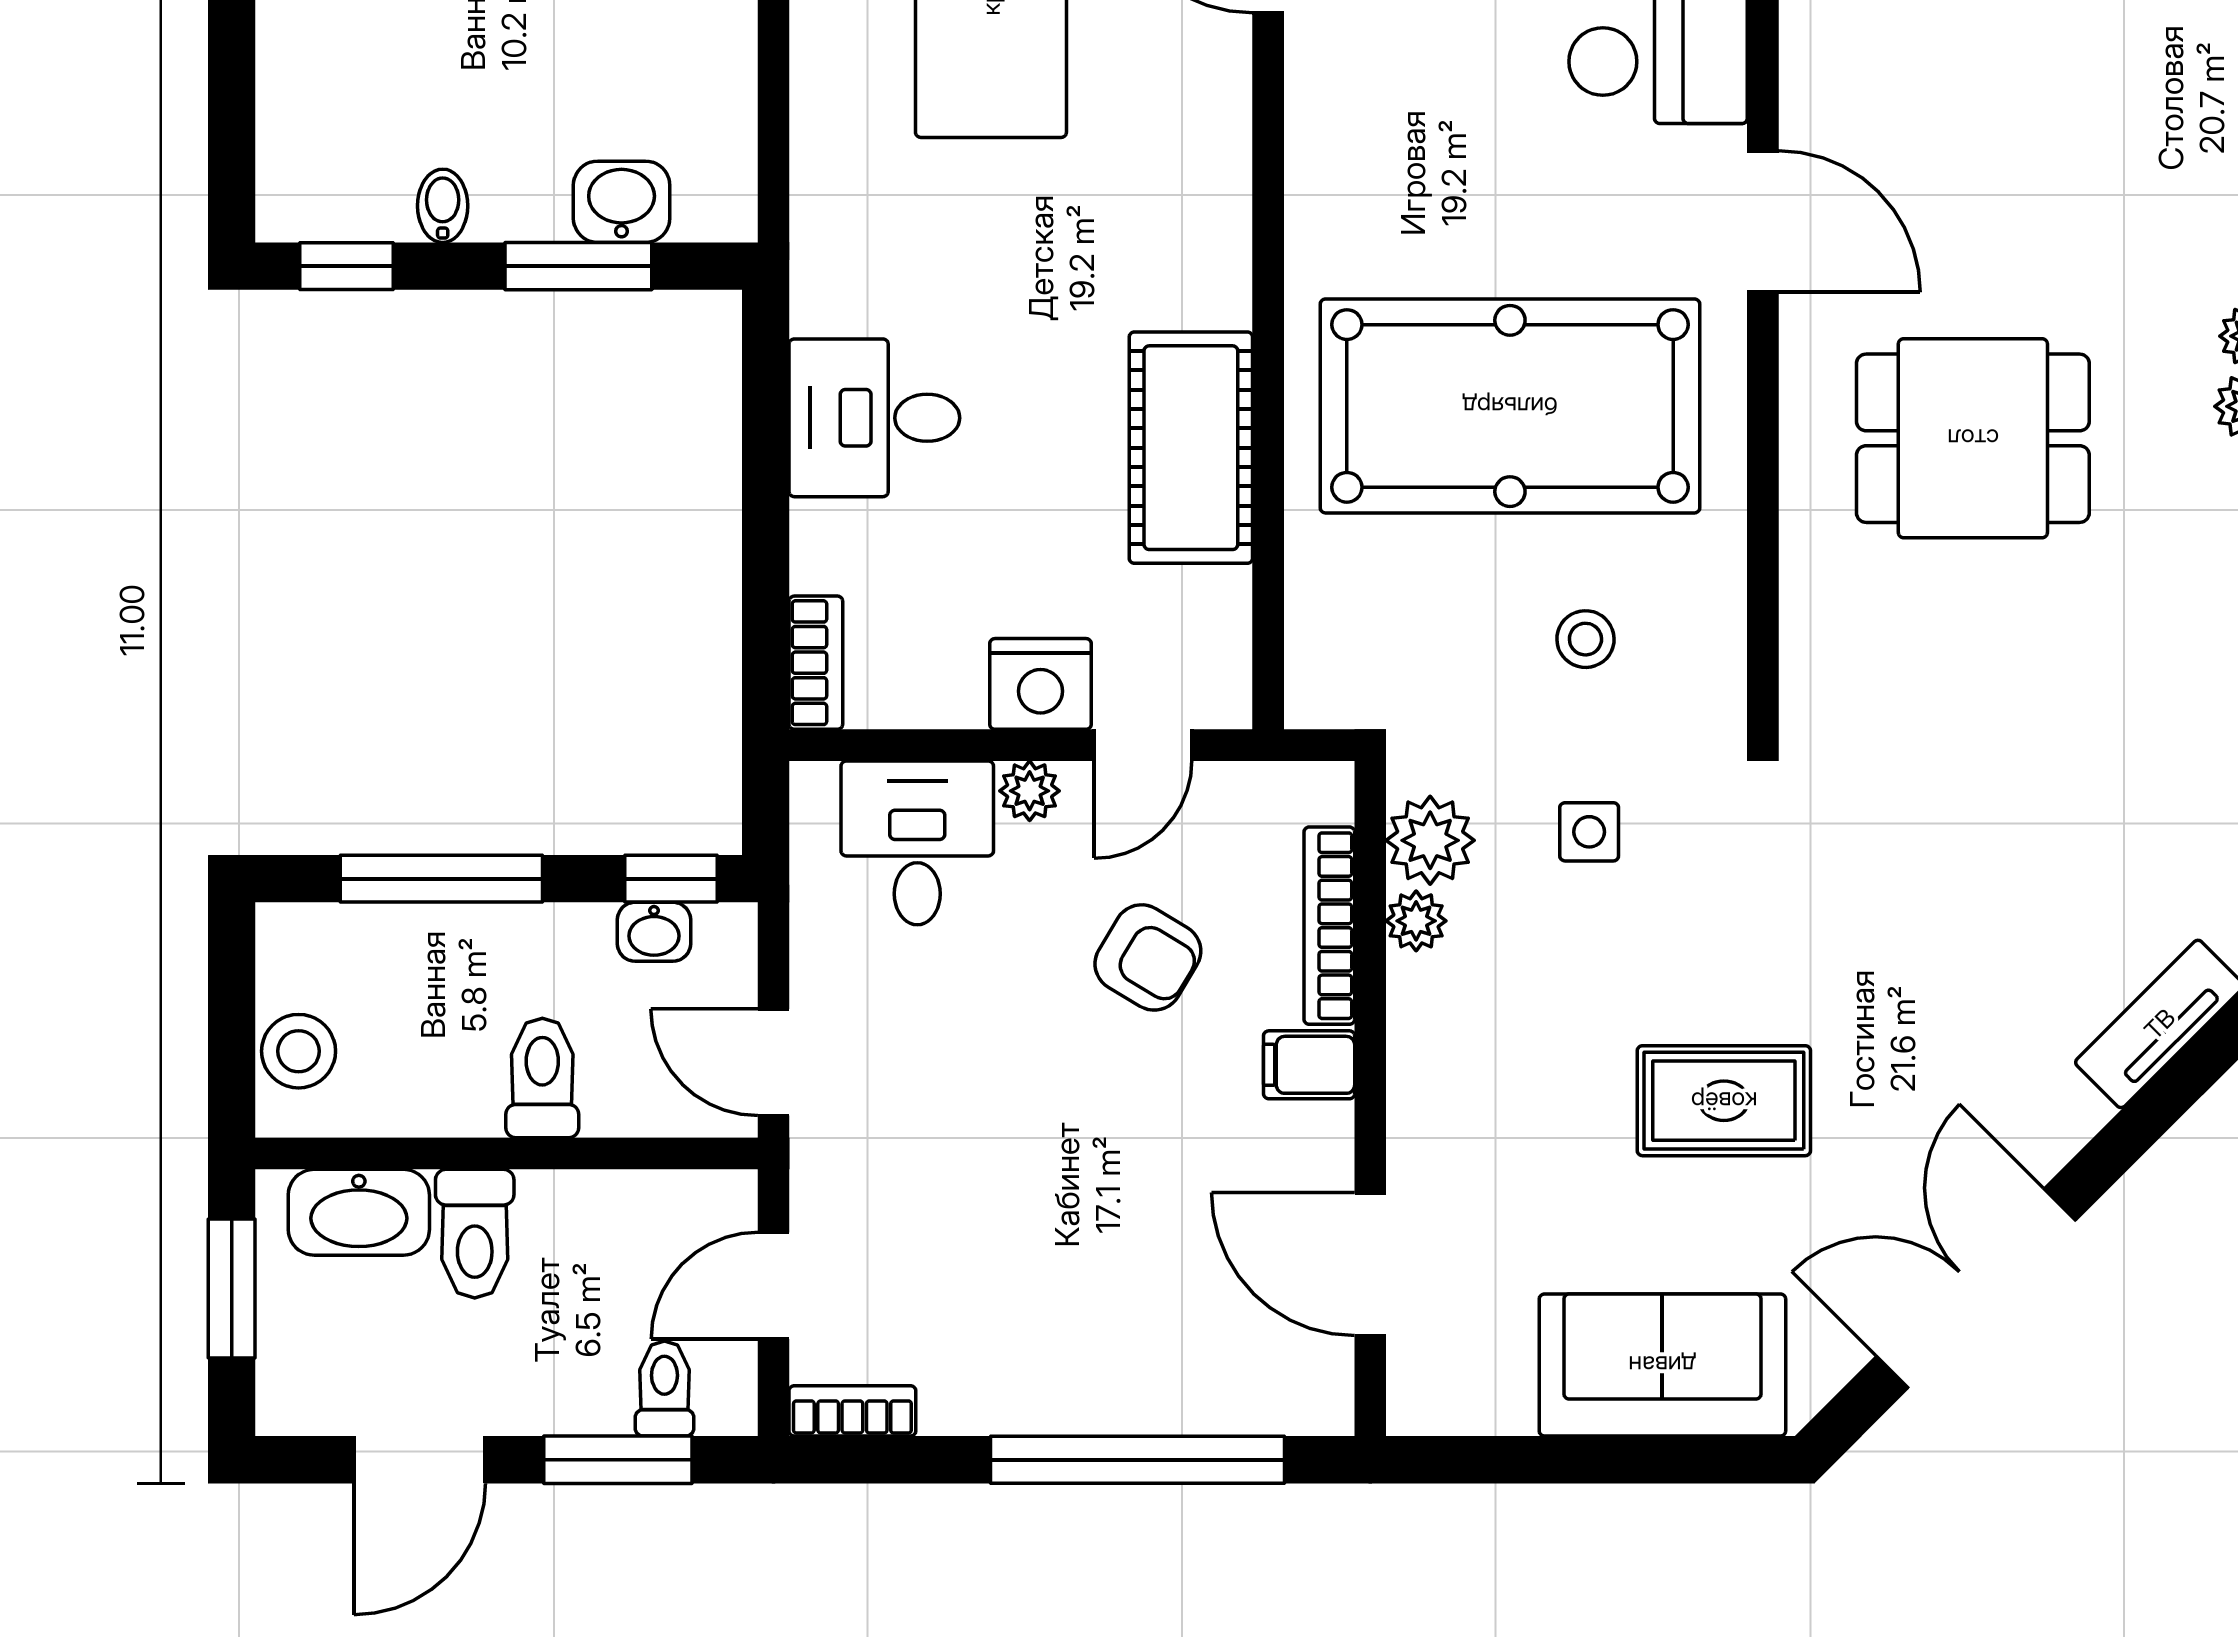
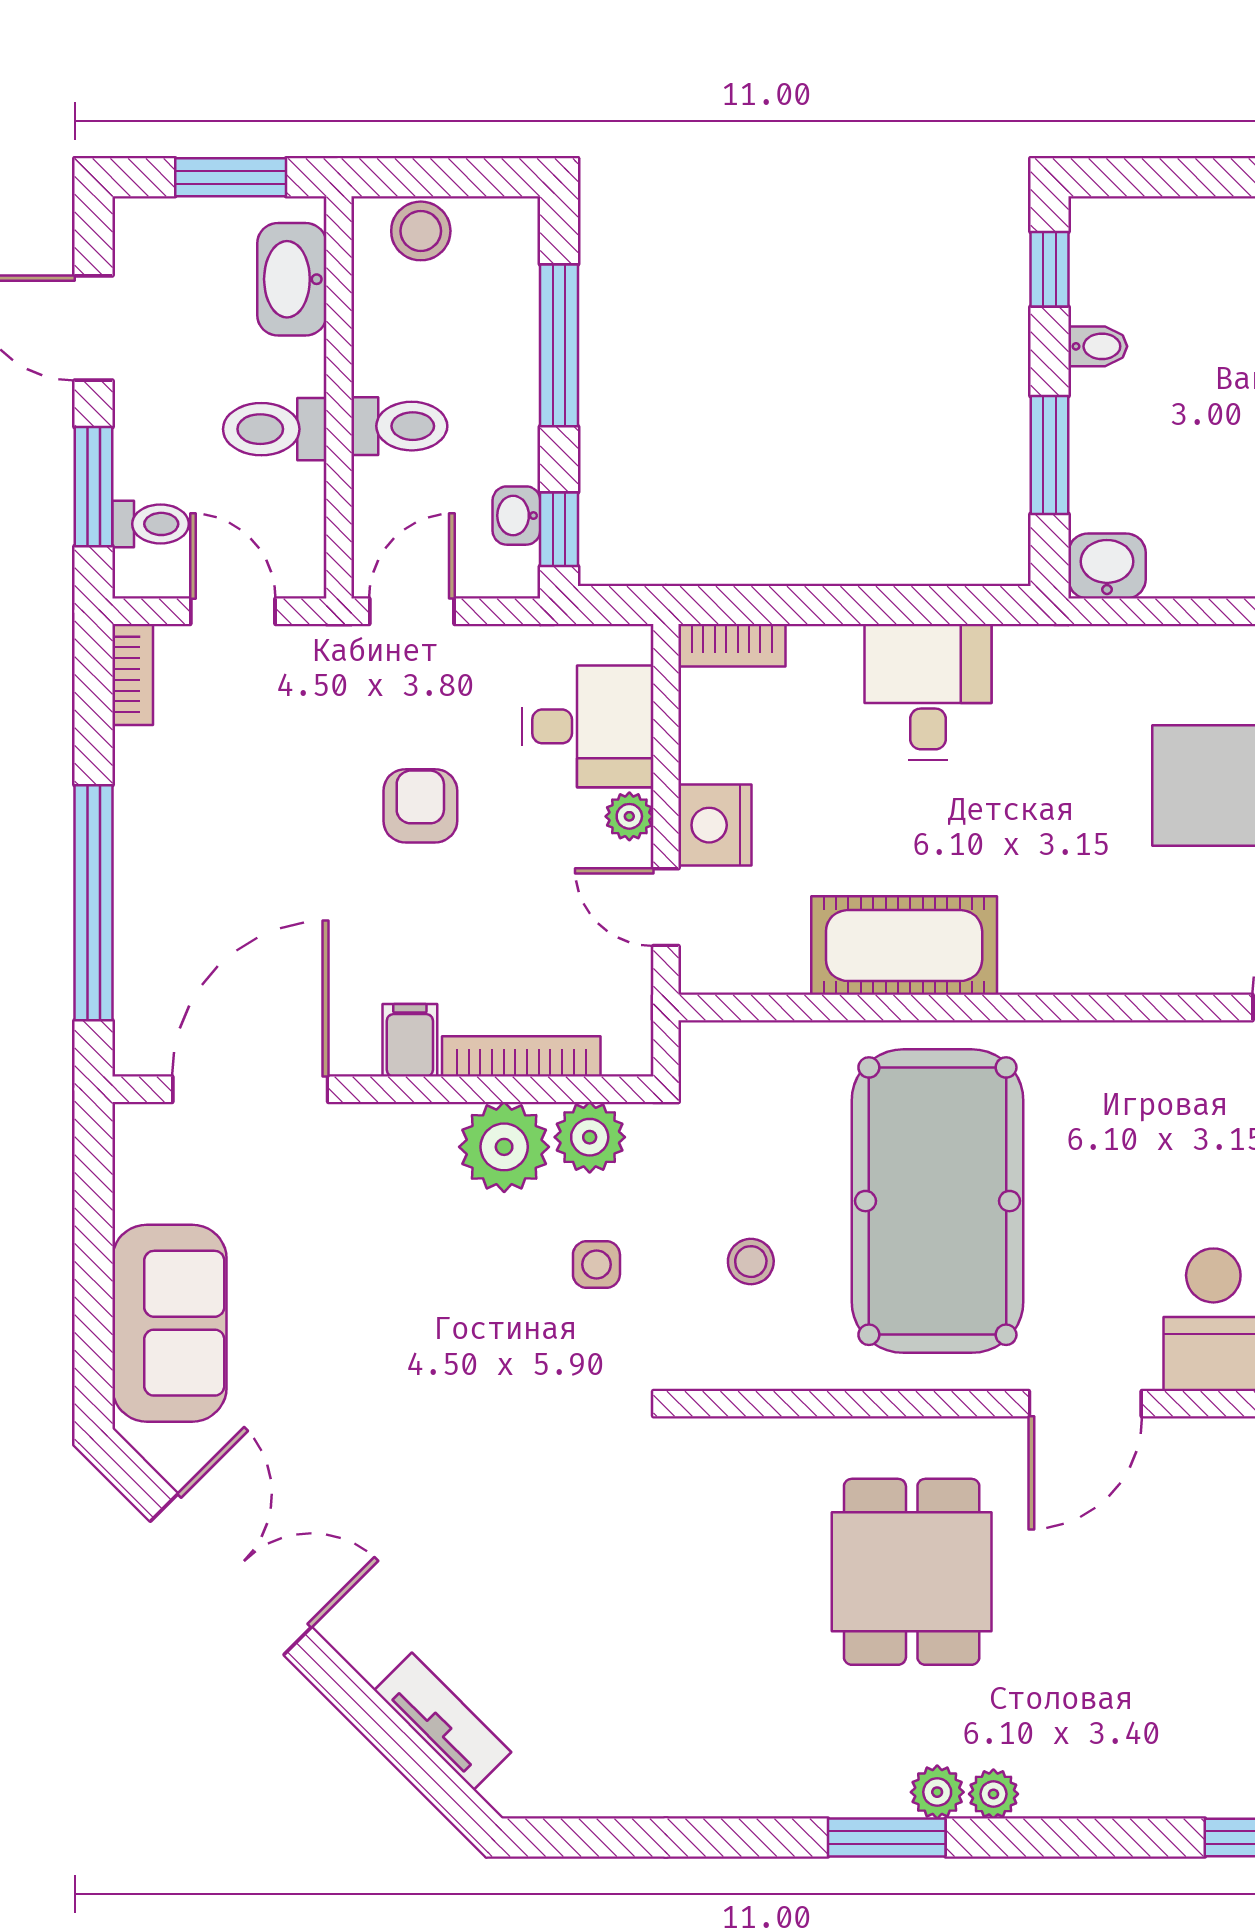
washbasin: (622, 202) -> (1107, 566), moved, turned -90
plant: (1416, 921) -> (504, 1147), width x1.88, depth x1.88
armchair: (1148, 957) -> (420, 806), moved, turned 149
rug: (1724, 1101) -> (381, 1372), removed
toilet: (475, 1234) -> (275, 429), moved
door: (1370, 1264) -> (250, 1089), width x1.36

